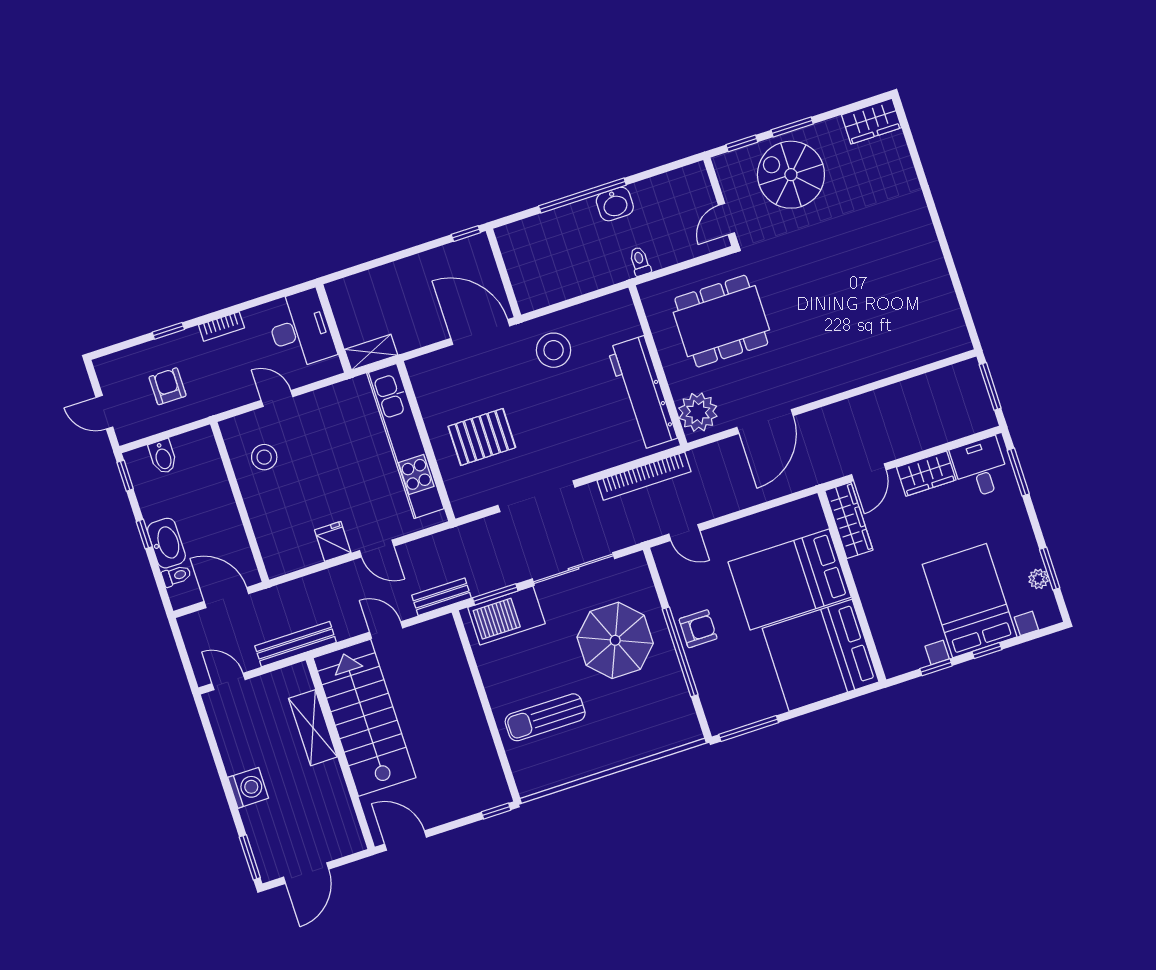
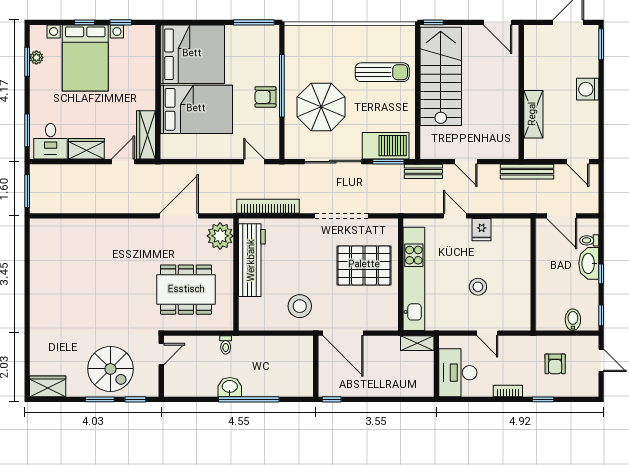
pallet: (482, 437) -> (364, 265), width x1.37, depth x1.41
stool: (264, 457) -> (478, 287), moved
stairs: (365, 718) -> (441, 76), moved, turned 180

